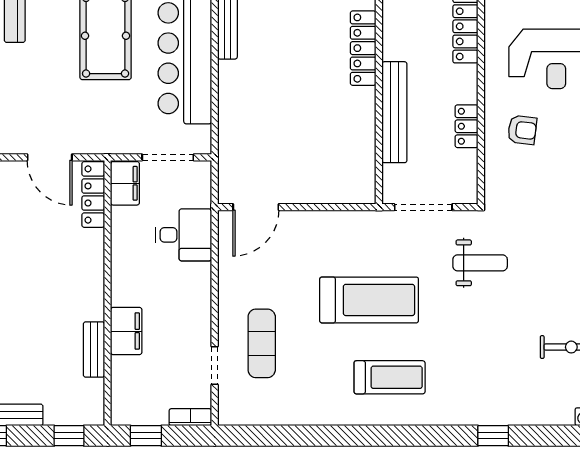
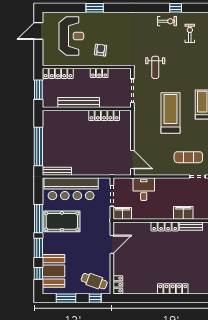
locker: (363, 48) -> (104, 115), moved
bench: (394, 112) -> (79, 103), moved
locker: (93, 194) -> (165, 226), moved
weight bench: (480, 263) -> (155, 67), turned 180

